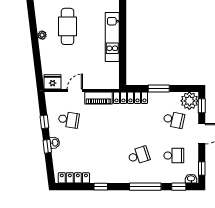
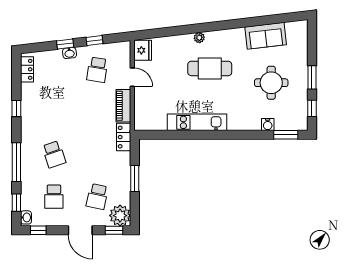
locker: (130, 98) -> (124, 137), width x0.66
locker: (74, 178) -> (27, 69), width x0.66

